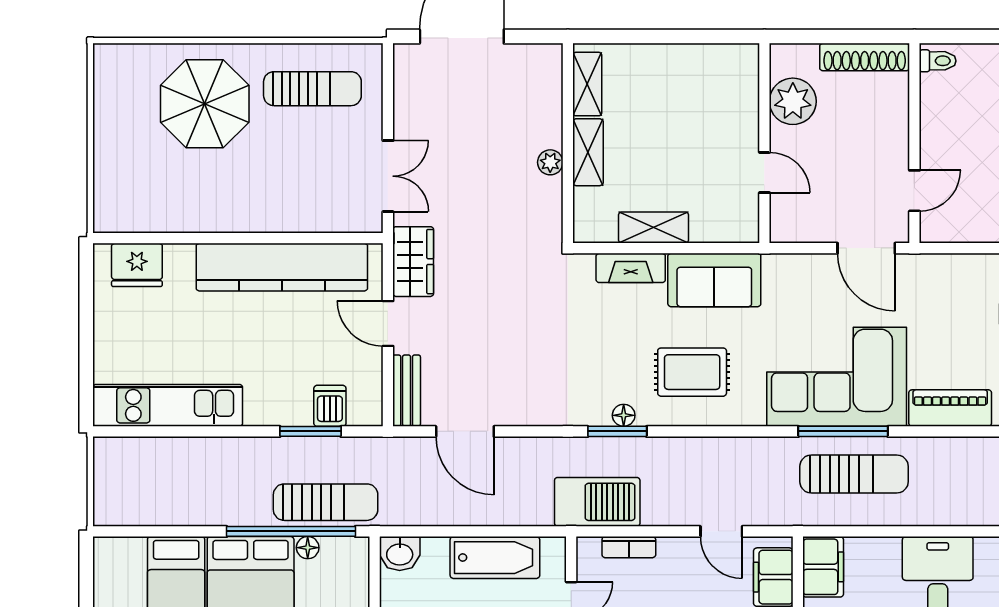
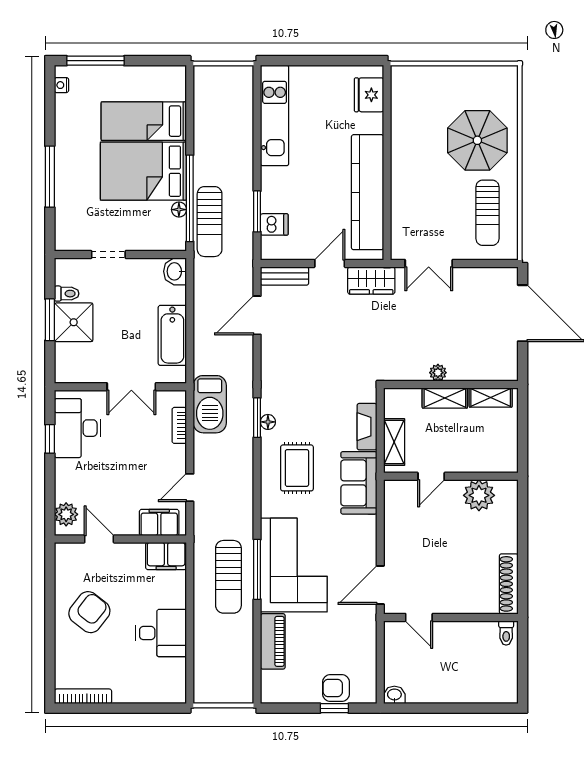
plant: (793, 101) -> (479, 495), moved
wall: (764, 143) -> (451, 476), moved
door: (764, 173) -> (431, 476), moved

